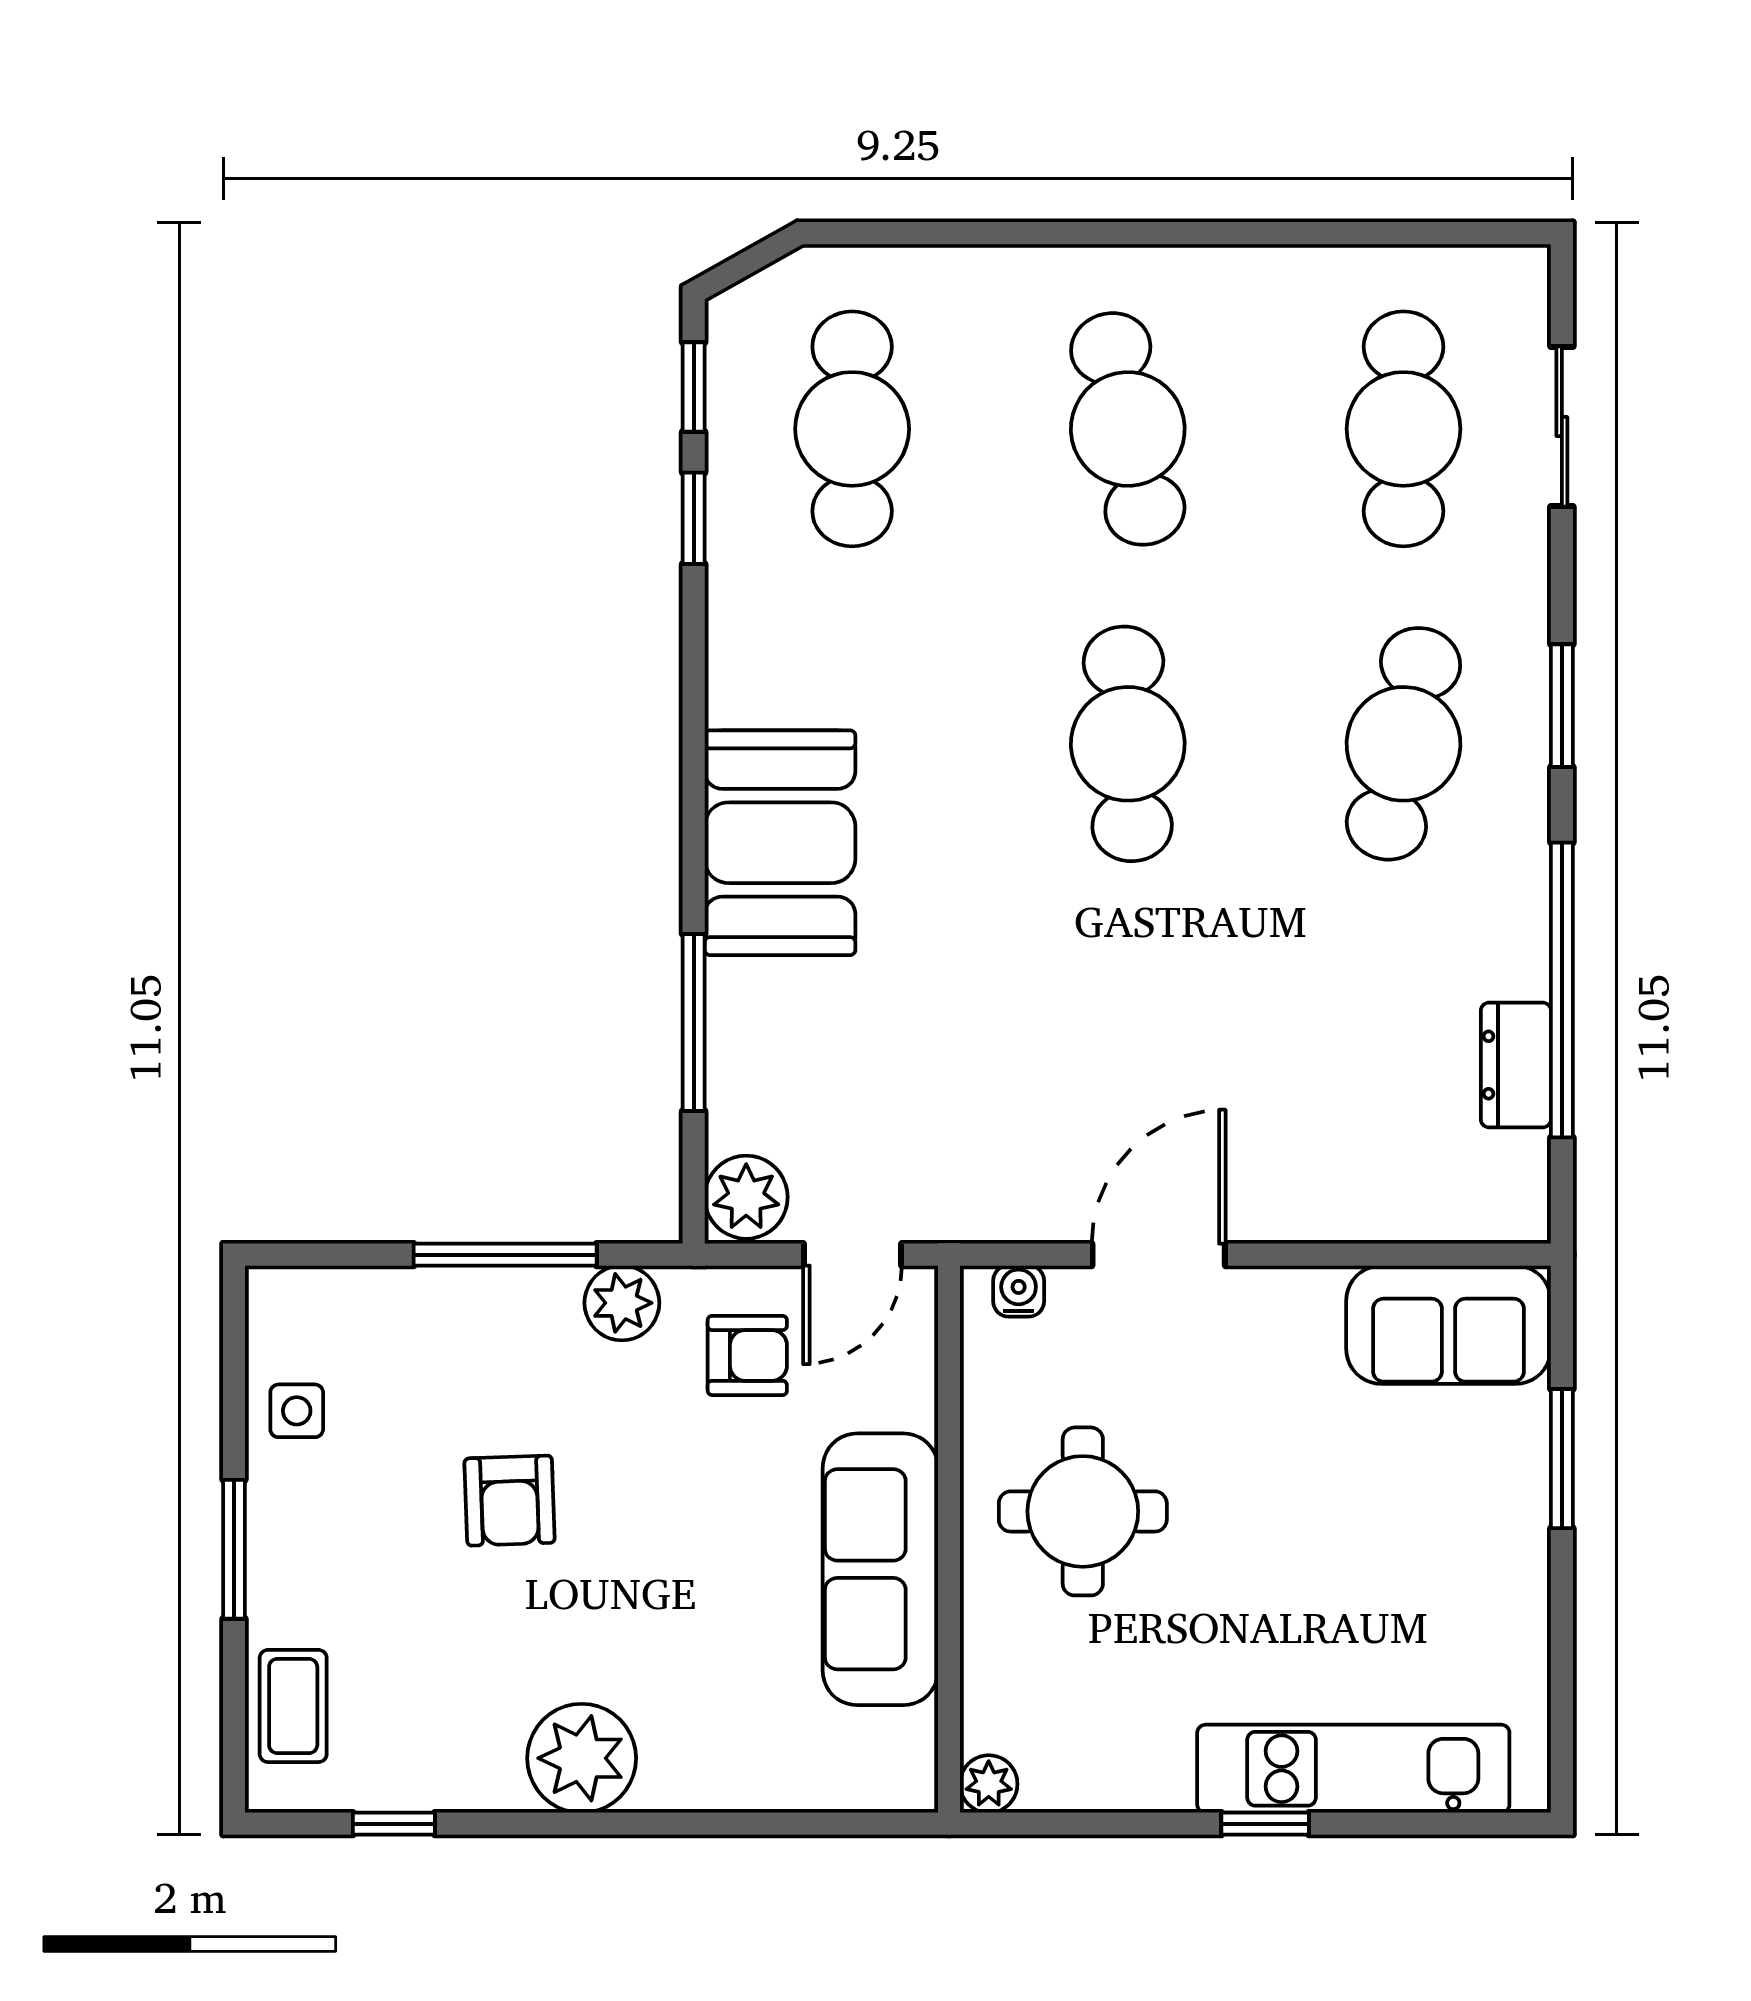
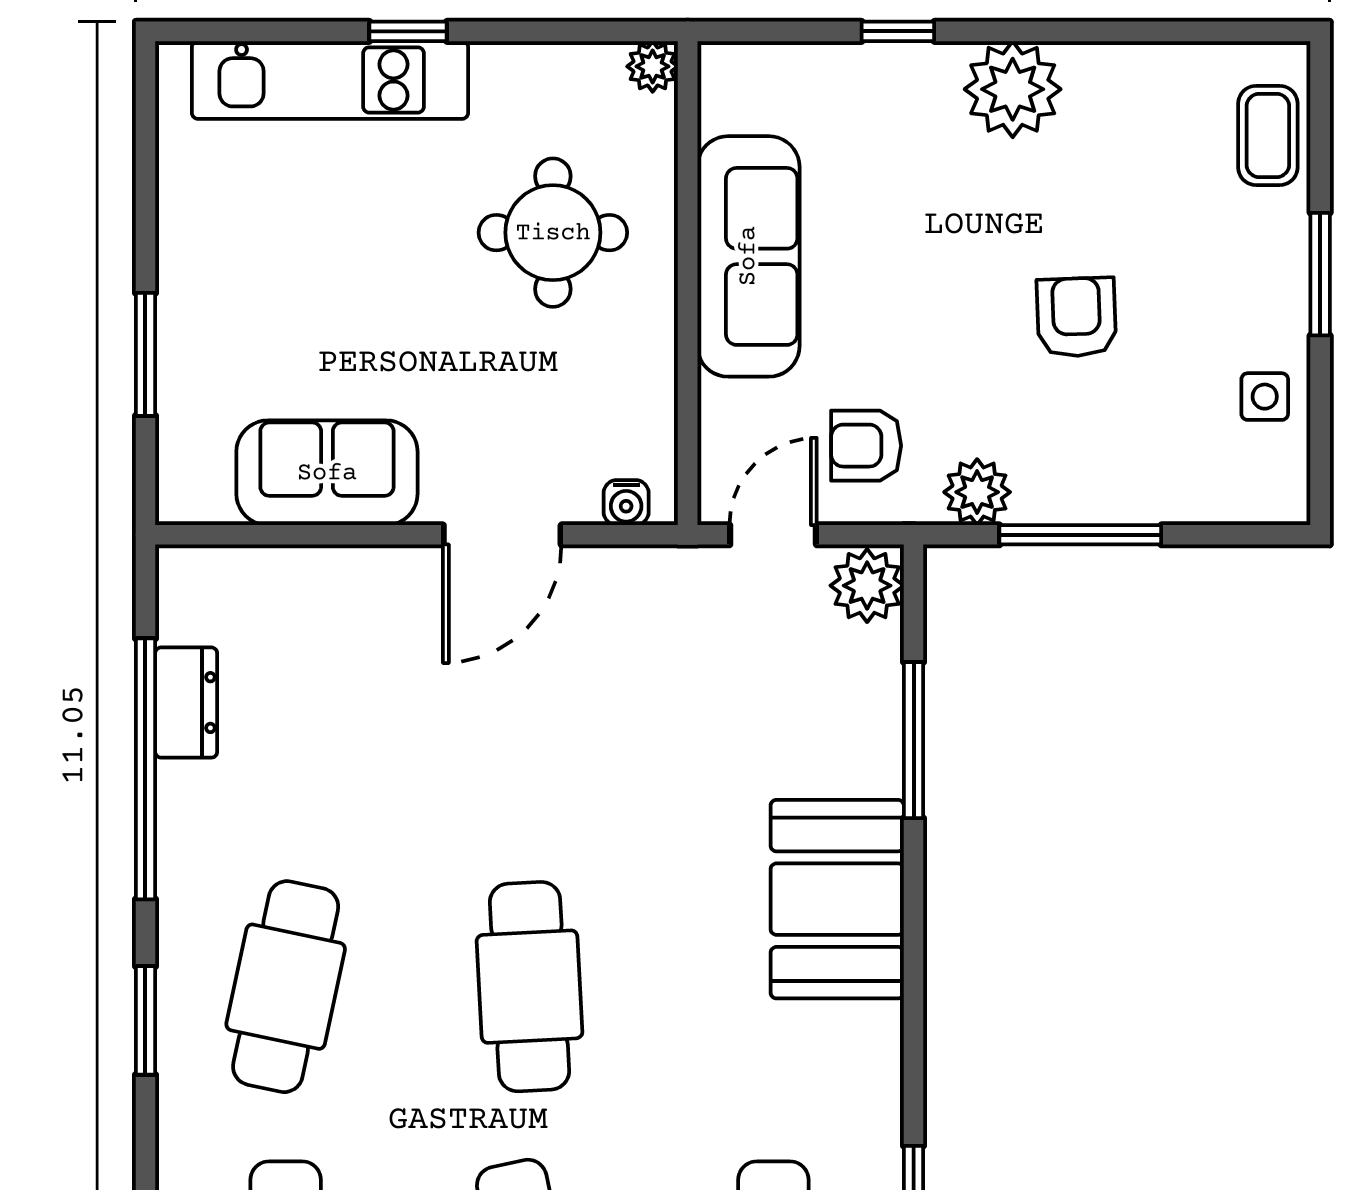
sofa: (1449, 1325) -> (327, 473), moved
round table: (1083, 1511) -> (553, 233), moved
window: (394, 1824) -> (898, 31), moved

